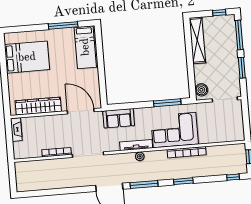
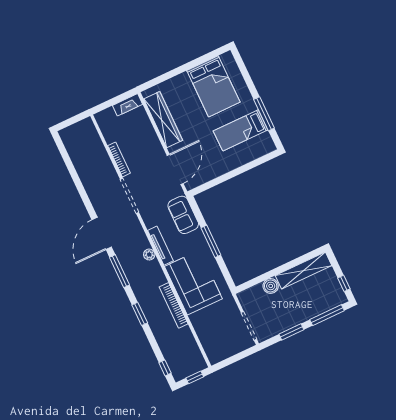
bed: (85, 47) -> (241, 130), moved
boiler: (201, 90) -> (271, 286), moved
window: (167, 103) -> (211, 241), moved

